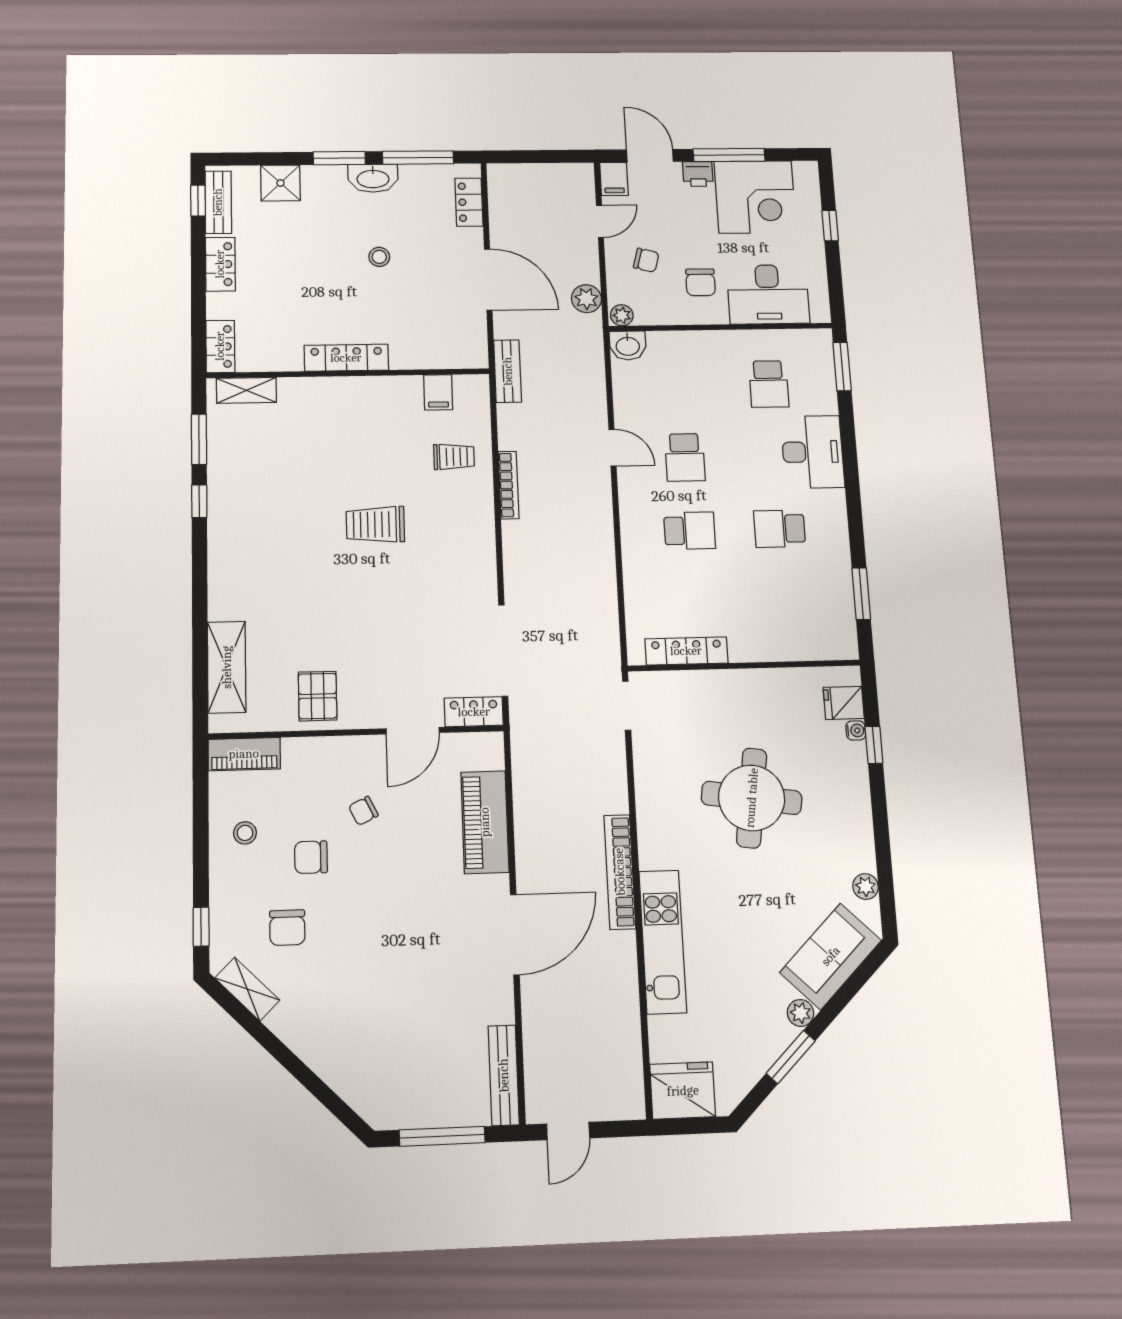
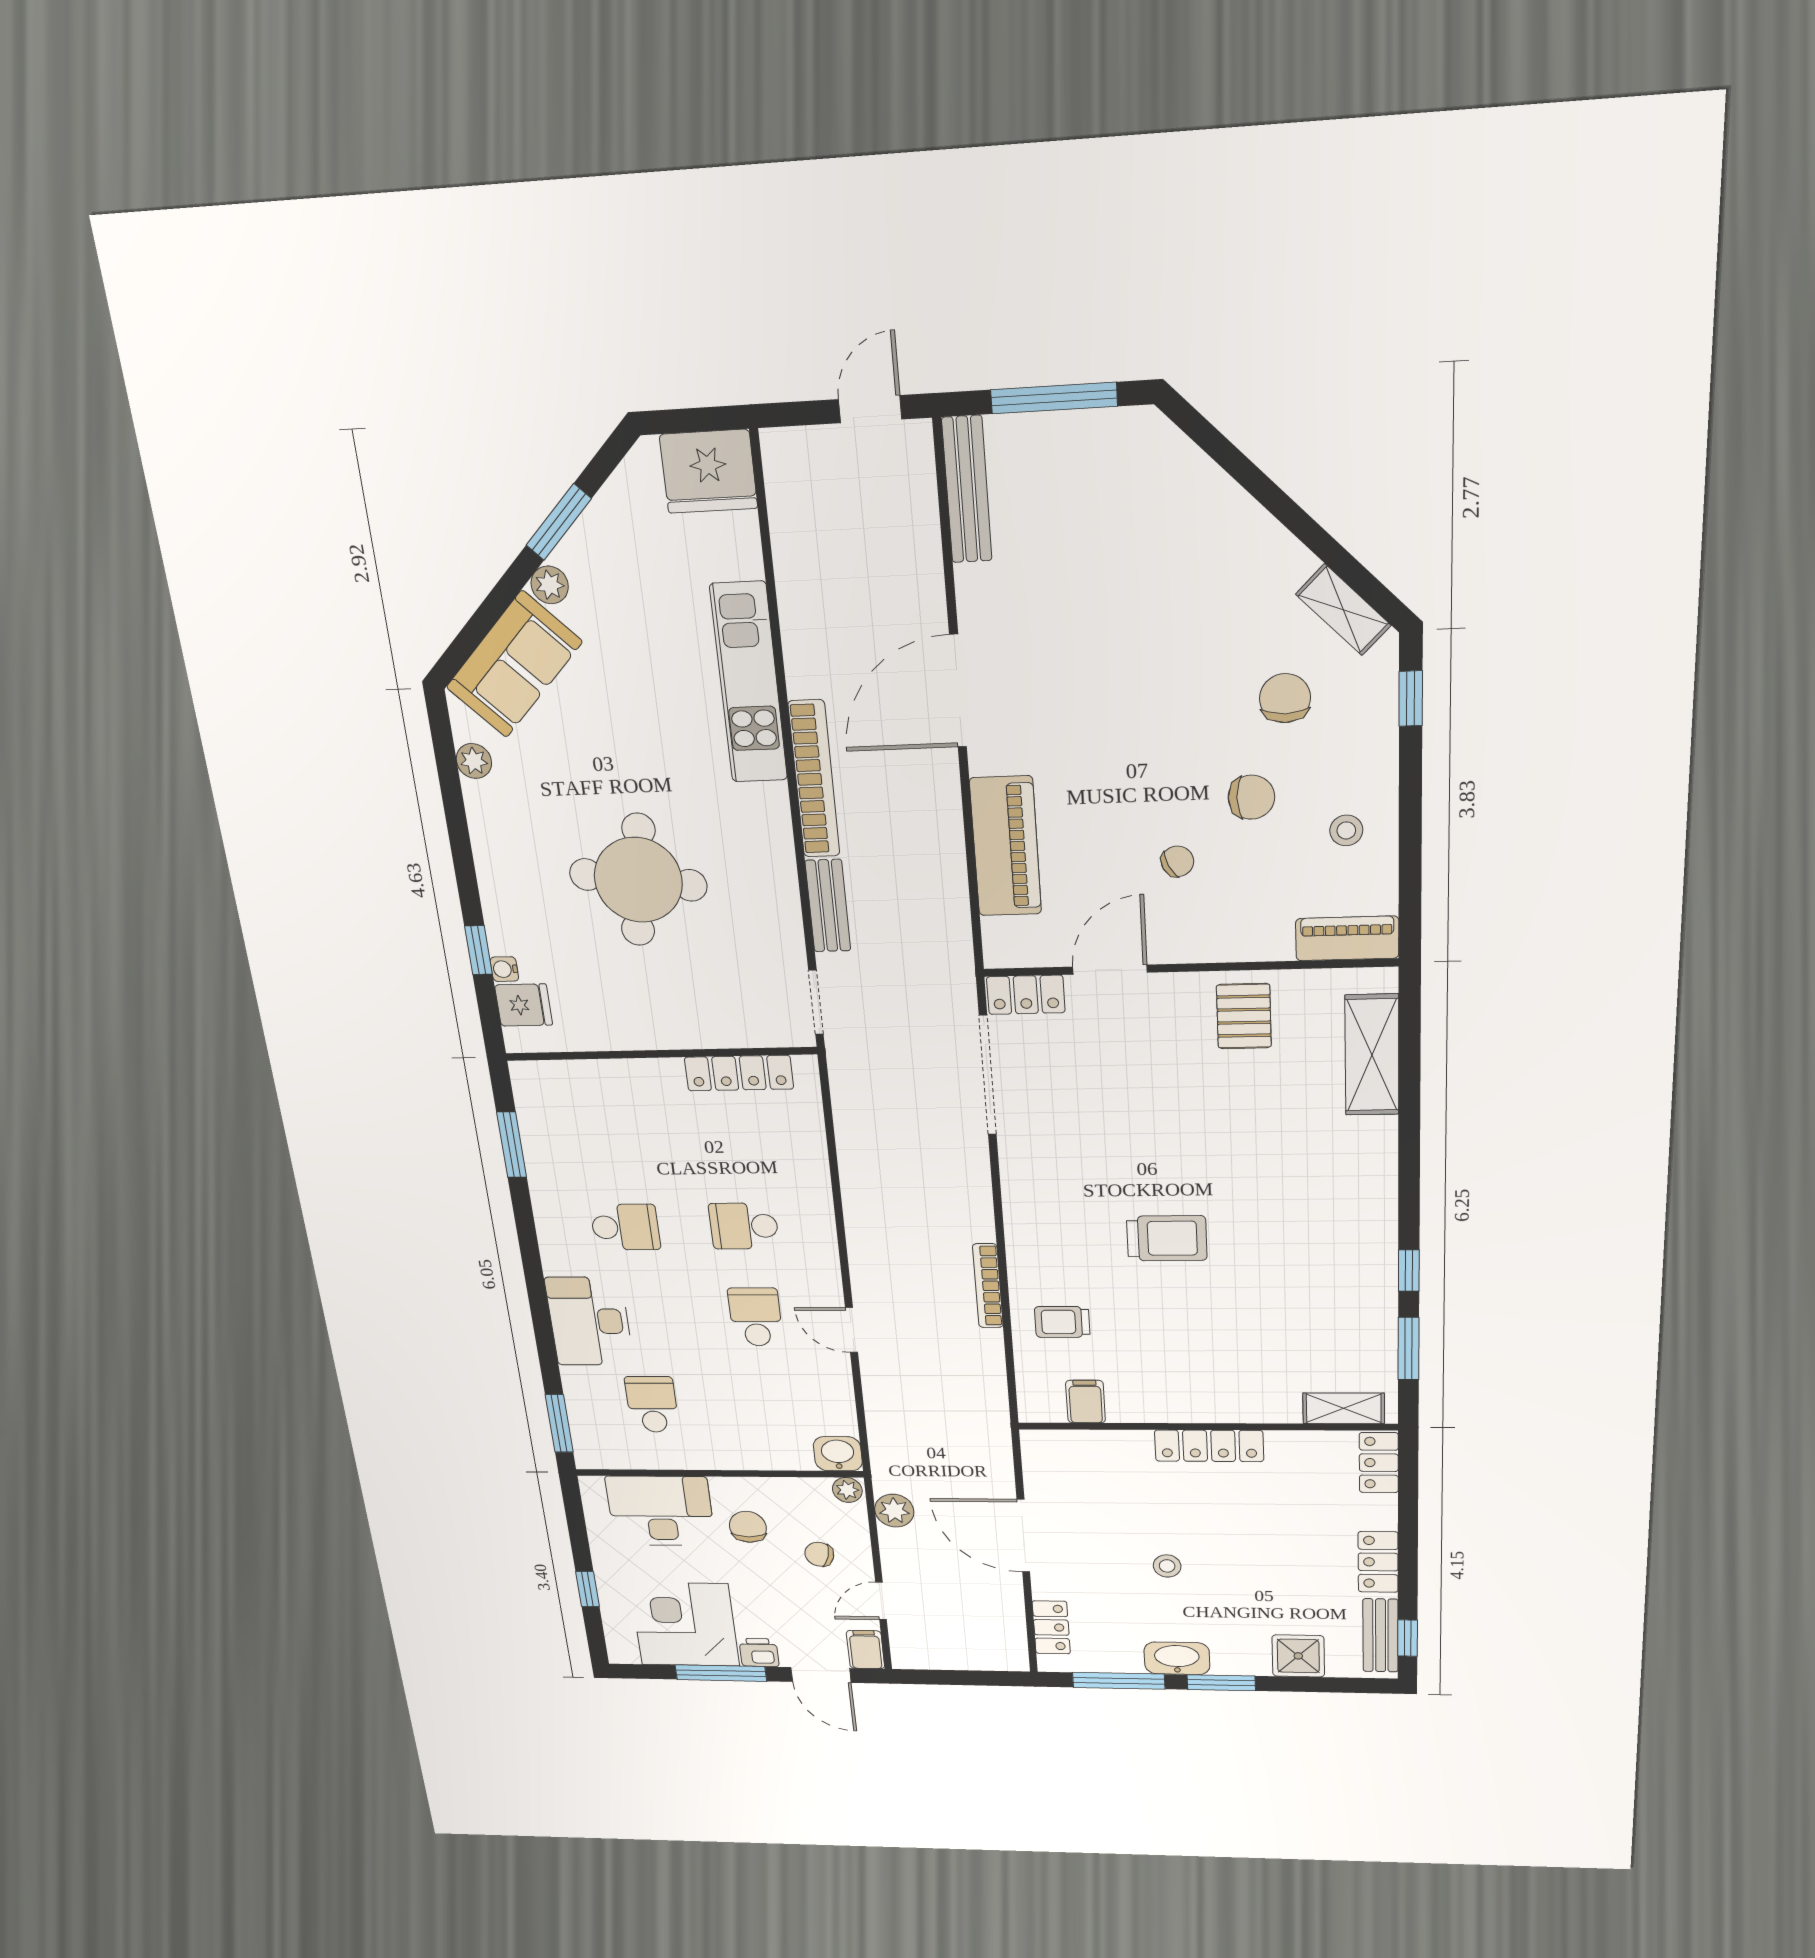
bench: (508, 371) -> (828, 906), moved

